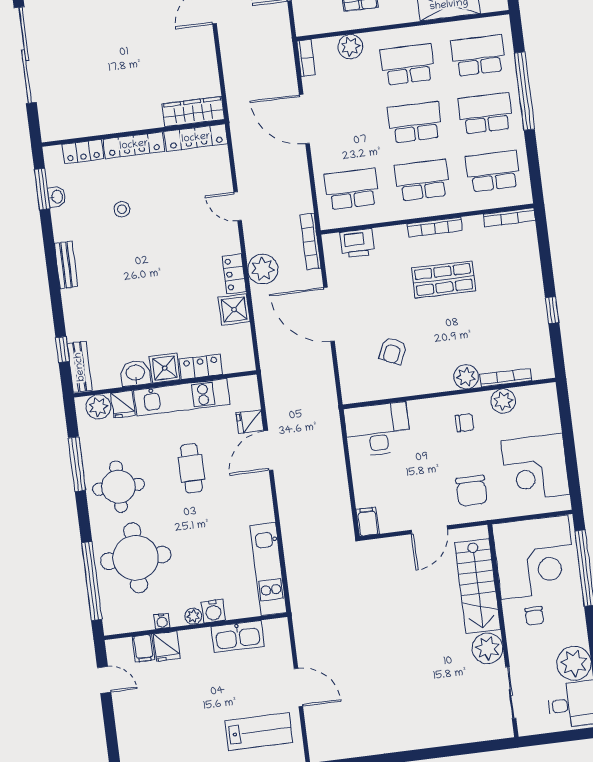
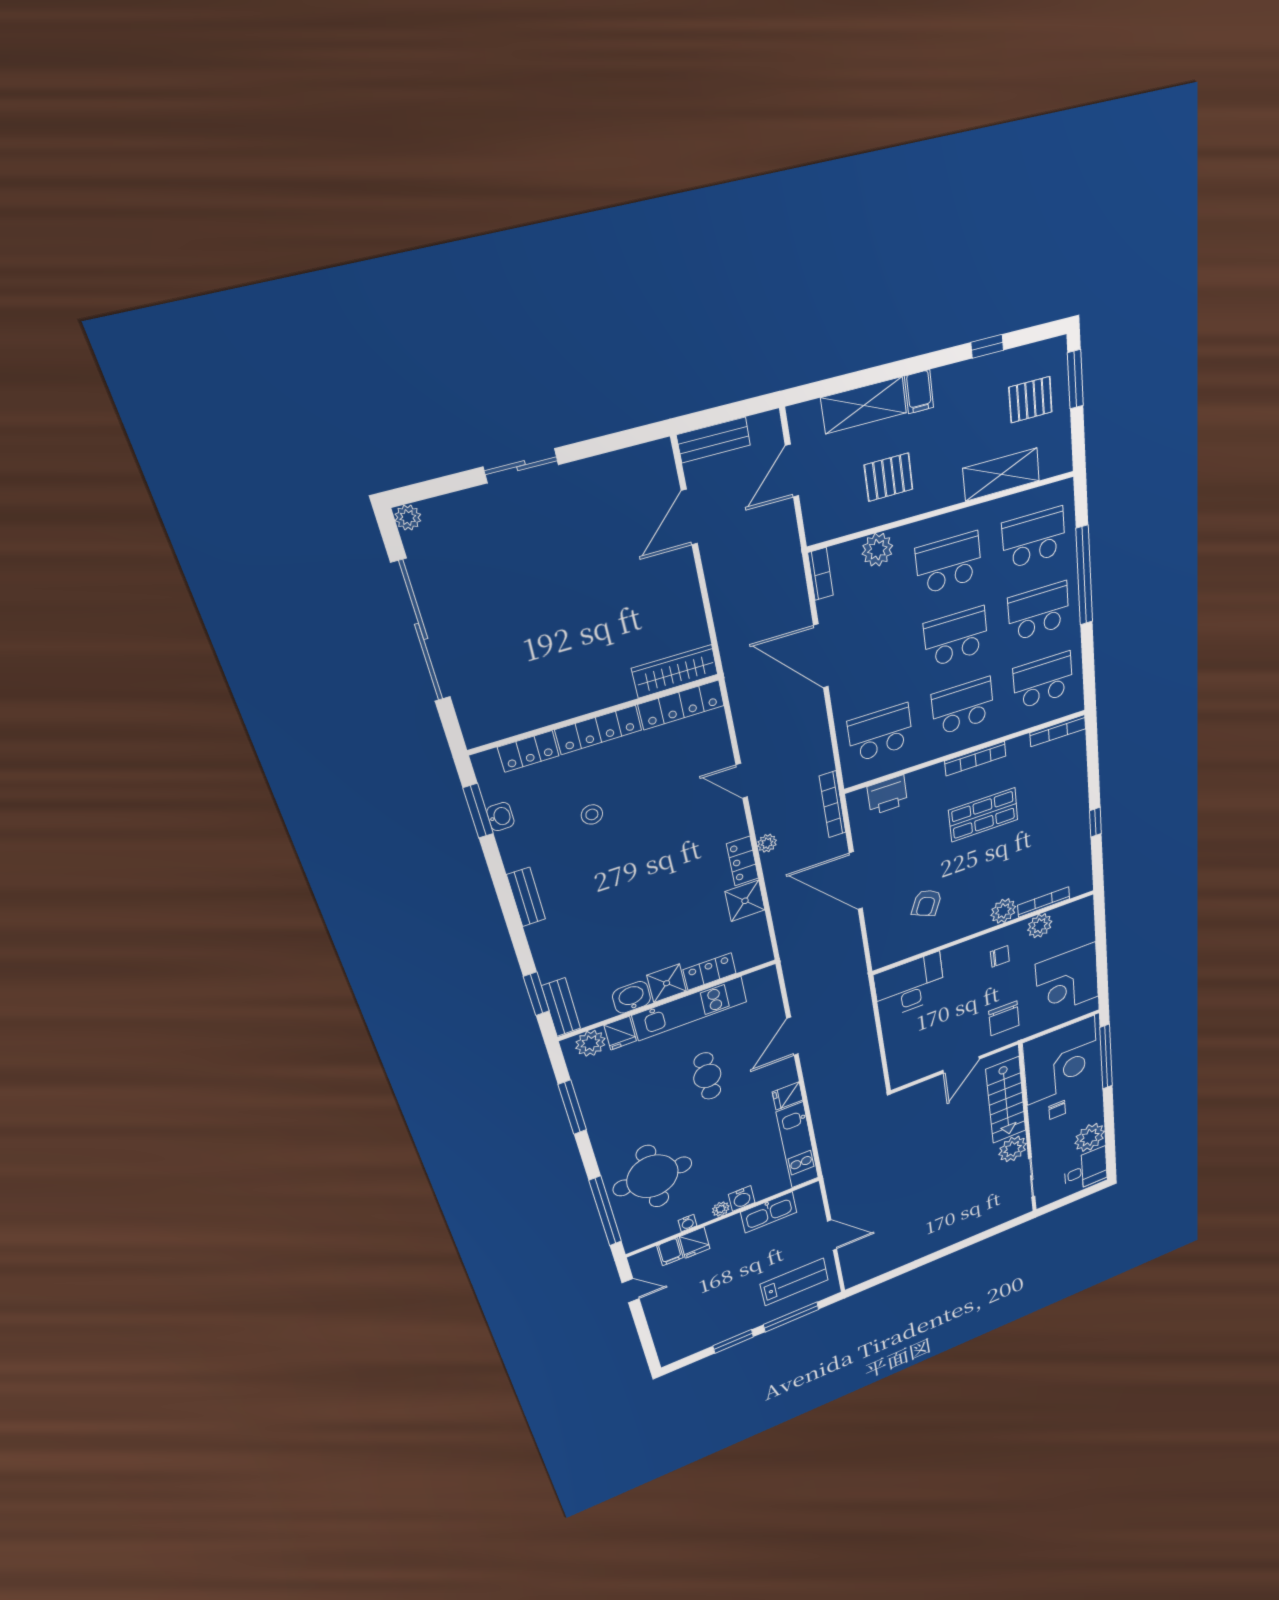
plant: (263, 269) -> (767, 843), width x0.53, depth x0.53
window: (62, 350) -> (536, 994), width x1.50
fridge: (250, 422) -> (788, 1096), moved
round table: (119, 487) -> (625, 1116), removed
filing cabinet: (368, 522) -> (899, 1075), removed

